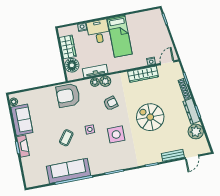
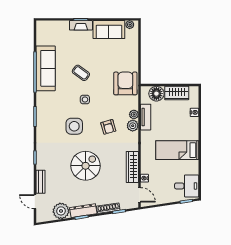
desk: (98, 32) -> (187, 186), moved

